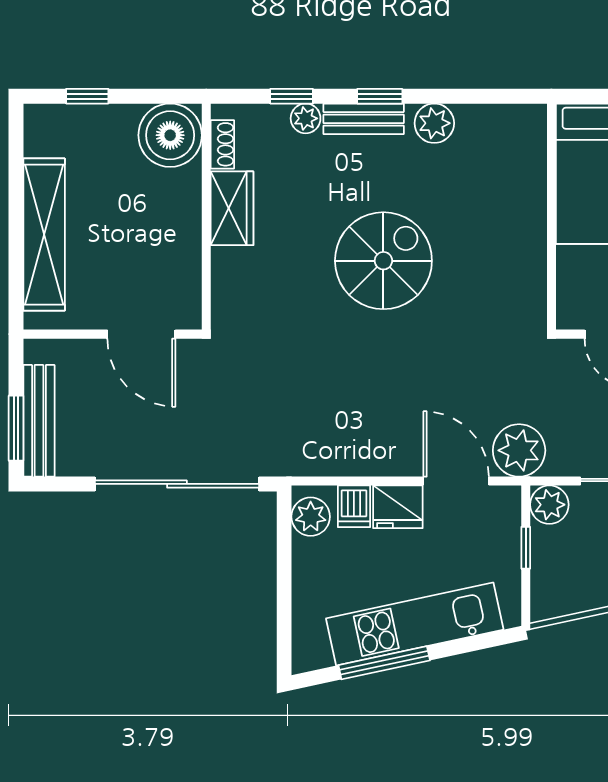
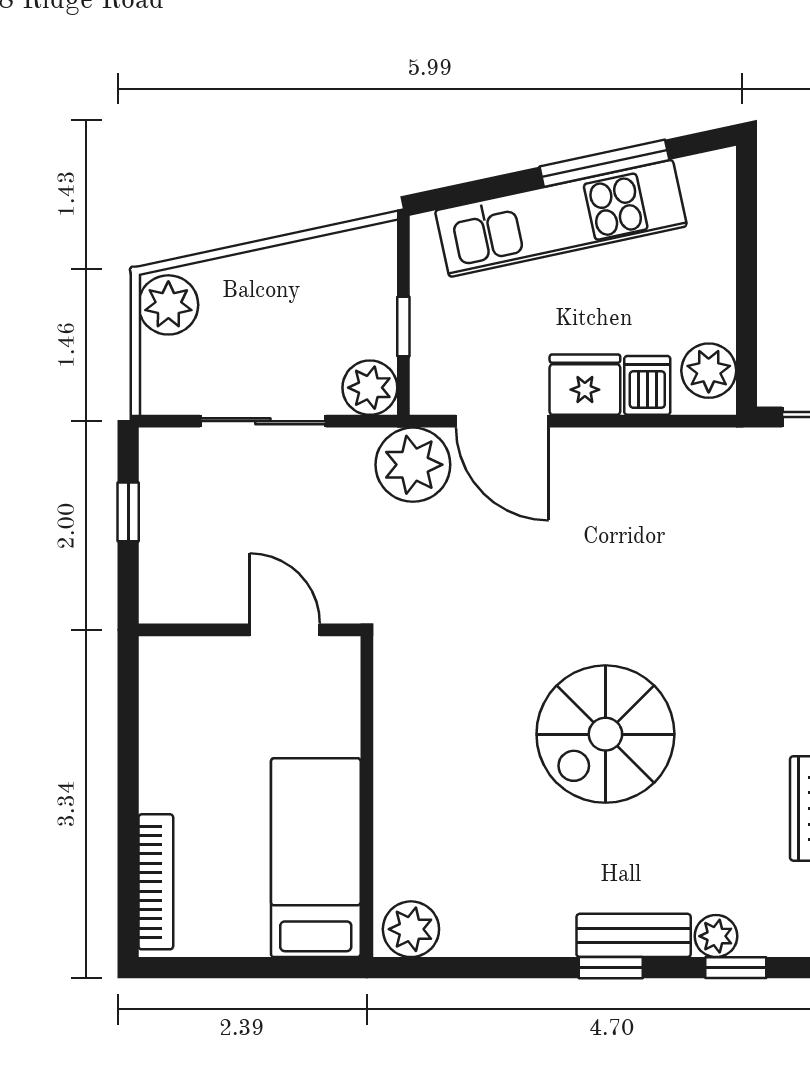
plant: (434, 123) -> (411, 929), moved

